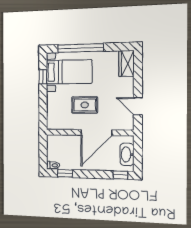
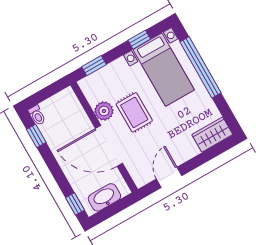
window: (43, 113) -> (94, 66), added
plant: (73, 123) -> (104, 111), added

